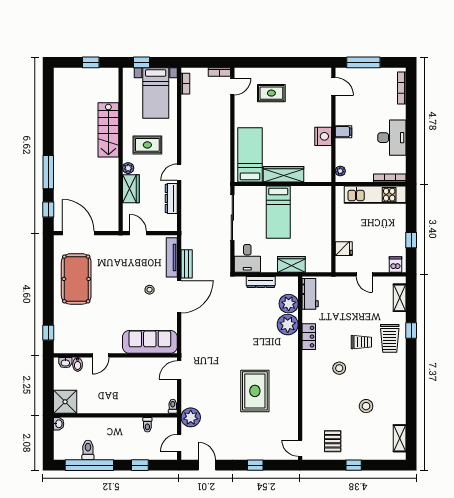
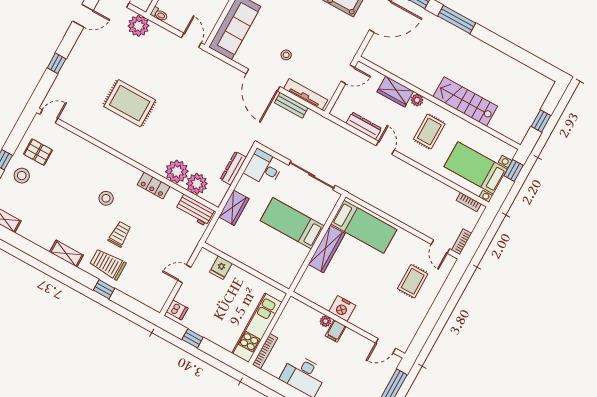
plant: (340, 171) -> (325, 321), moved
shelving: (400, 298) -> (66, 254), moved
trolley: (361, 342) -> (120, 234), turned 180
stool: (366, 406) -> (22, 176), moved

